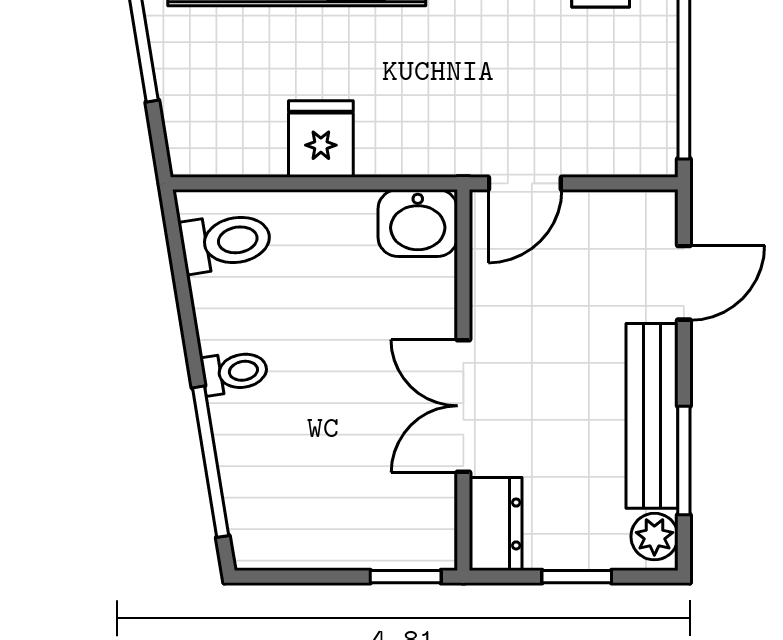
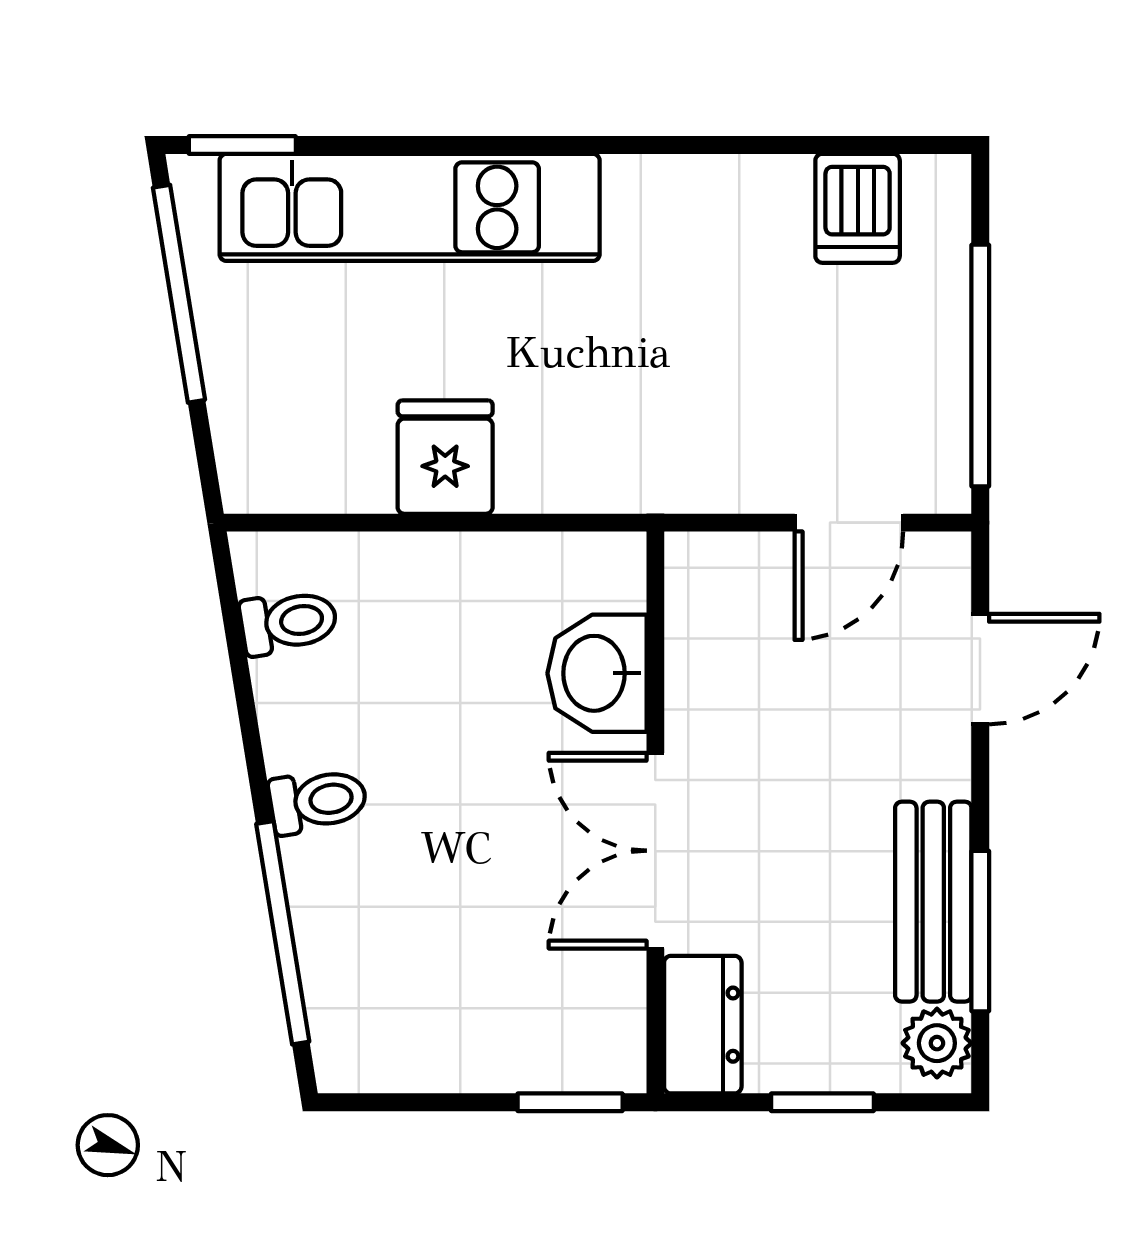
door: (525, 183) -> (849, 523), moved
washbasin: (418, 223) -> (597, 673), moved, turned 90
toilet: (226, 242) -> (289, 622), width x0.73, depth x0.72
bench: (652, 416) -> (933, 902), width x0.73

